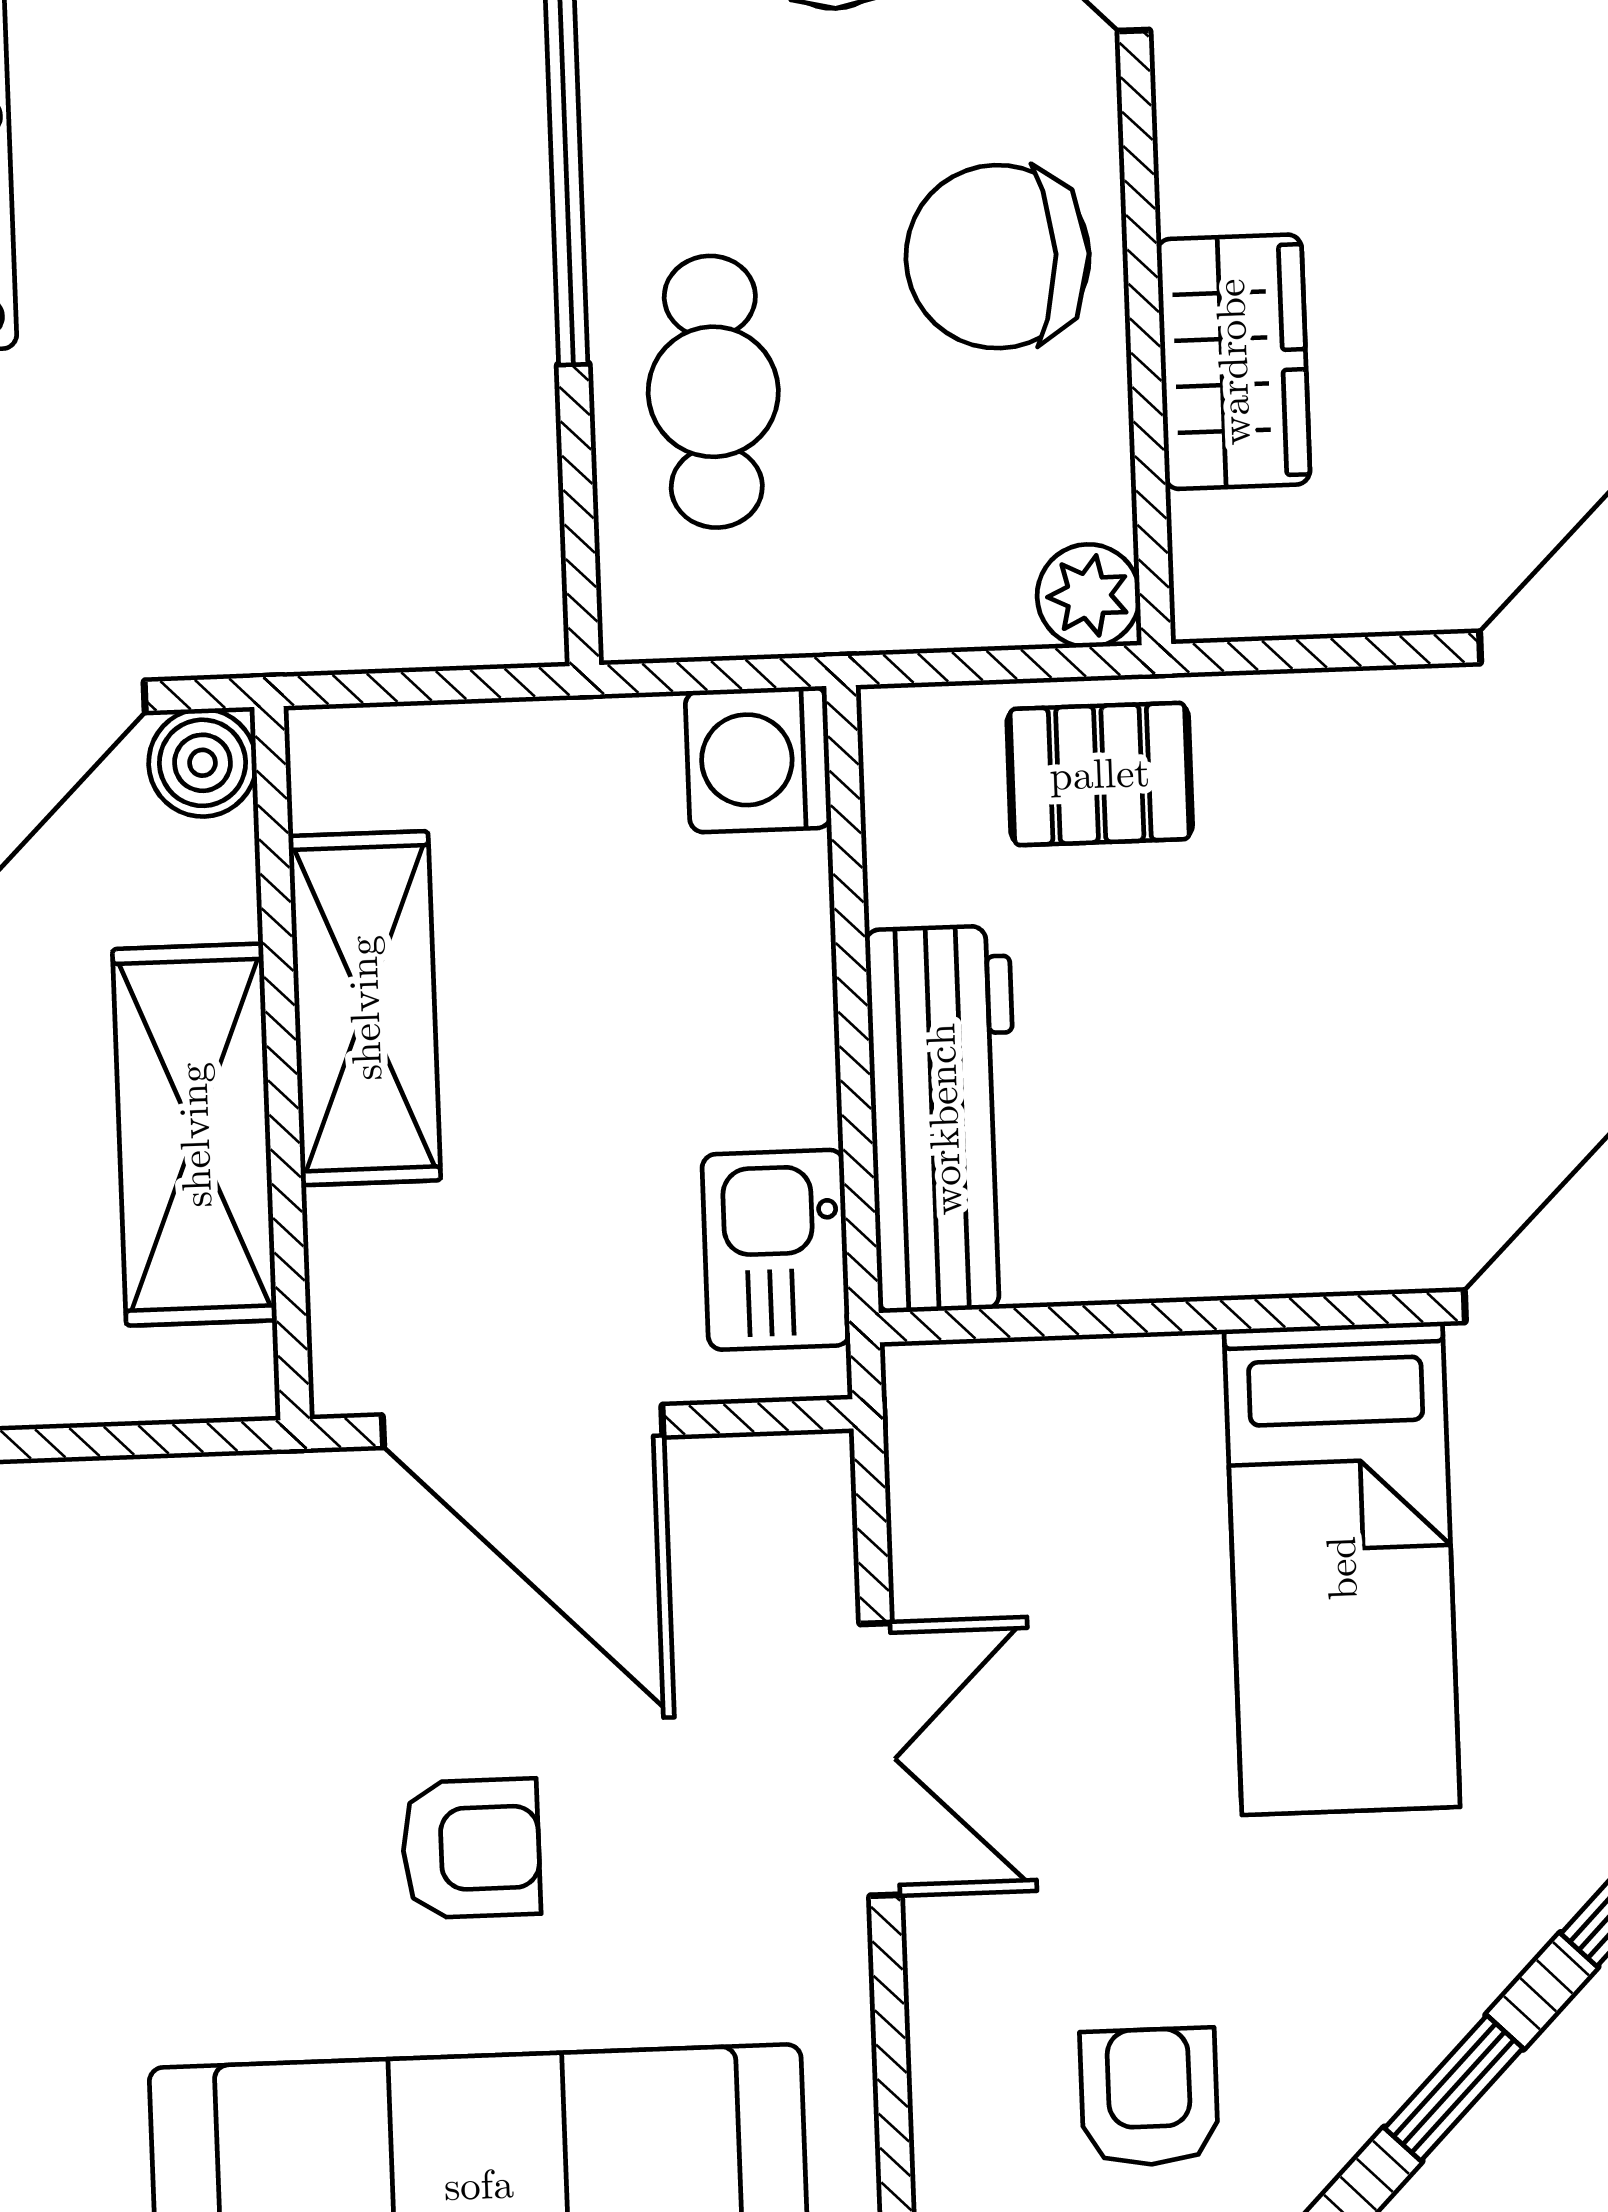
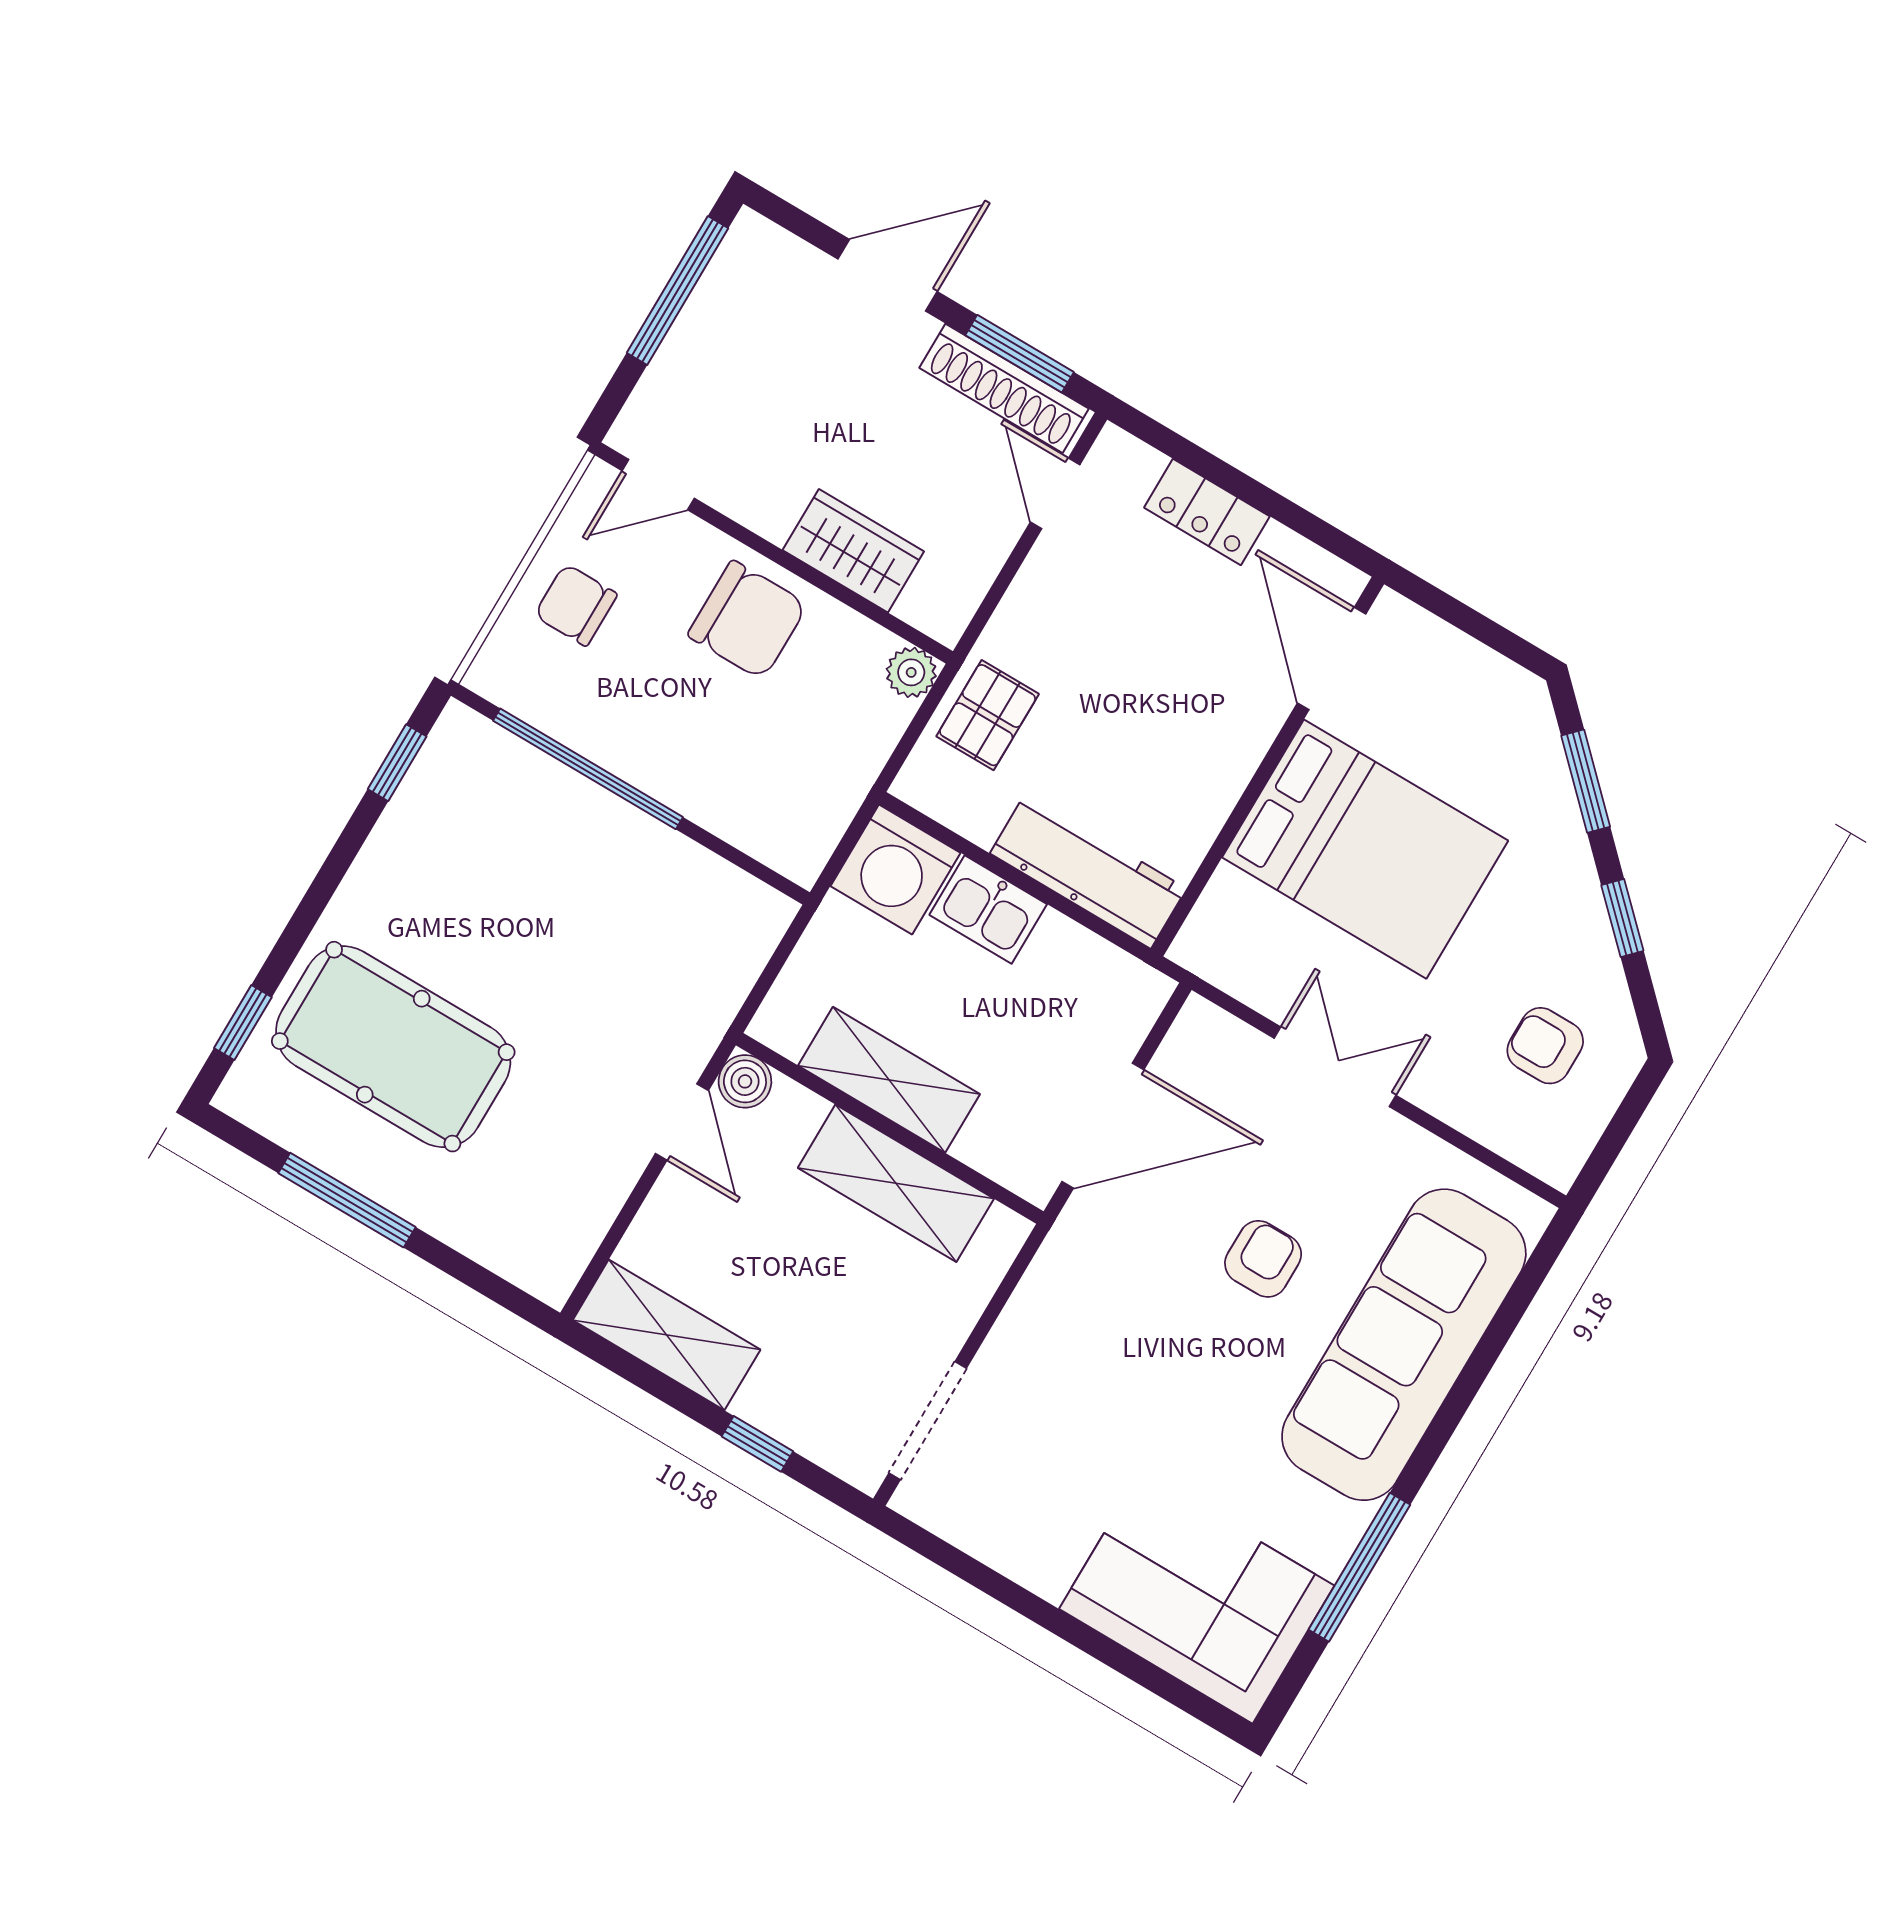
chair: (998, 257) -> (748, 620), turned -90
cafe table: (713, 392) -> (728, 773), removed
washing machine: (758, 759) -> (895, 869), width x1.37, depth x1.37
kitchen sink: (776, 1250) -> (988, 910), moved
bed: (1342, 1568) -> (1365, 849), width x1.50

